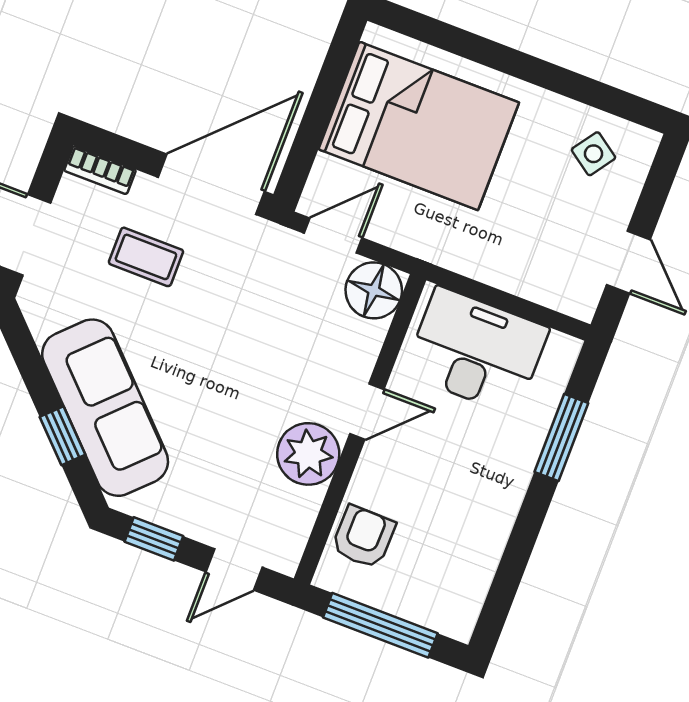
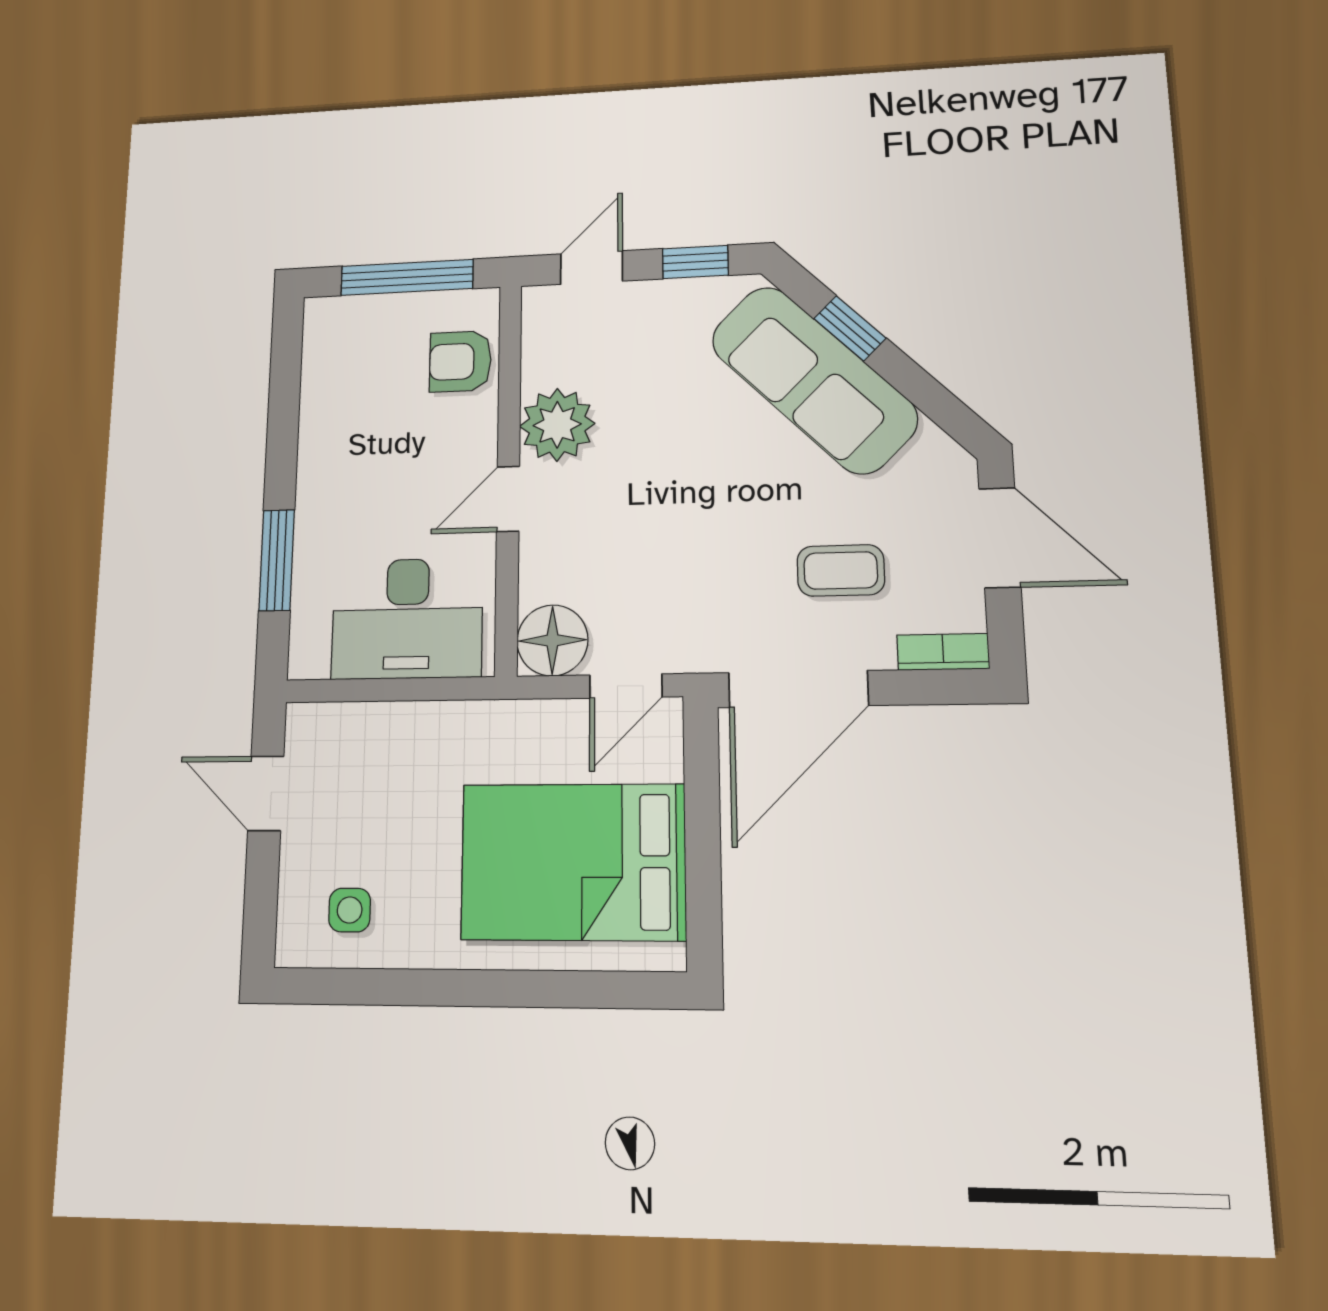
side table: (593, 154) -> (350, 910), turned -35
armchair: (363, 537) -> (460, 361), turned 89

